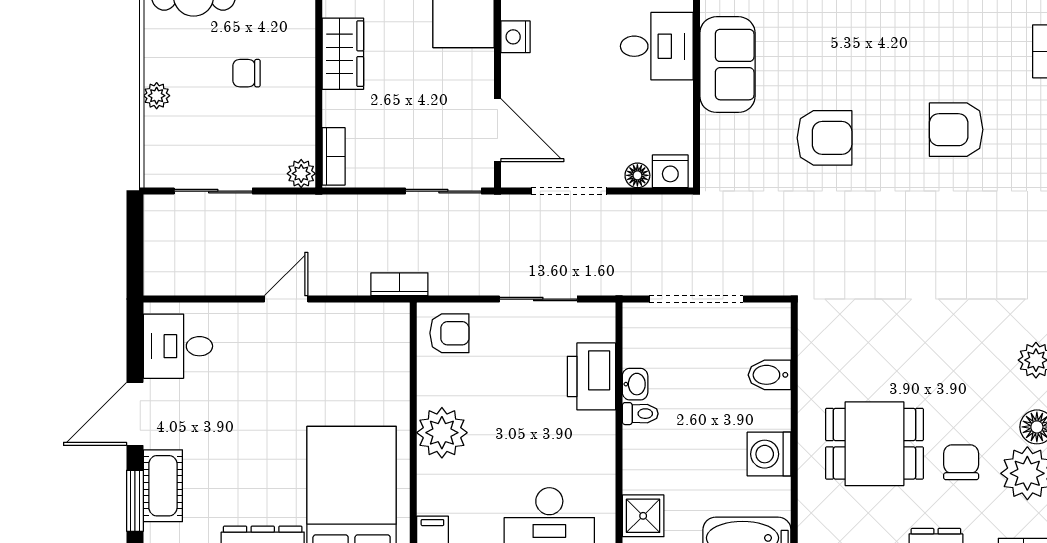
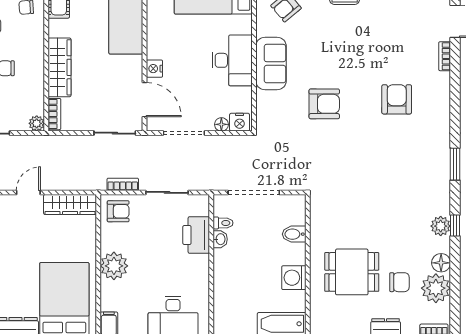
nightstand: (515, 37) -> (154, 69), moved
desk: (657, 46) -> (232, 60), width x1.37
wardrobe: (343, 54) -> (60, 67), width x1.50
armchair: (956, 130) -> (397, 99), turned 90
bookcase: (399, 284) -> (123, 184), moved
wardrobe: (362, 321) -> (70, 204), added
toilet: (640, 414) -> (223, 223), moved
chair: (961, 462) -> (399, 282), turned 90
shower: (643, 516) -> (225, 312), removed

